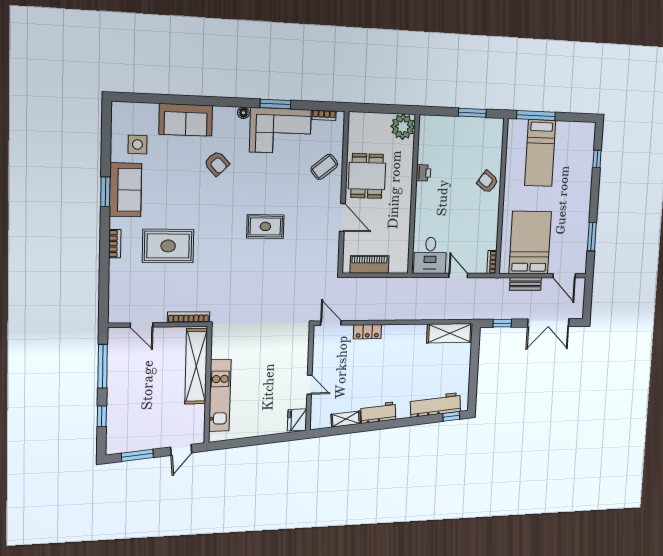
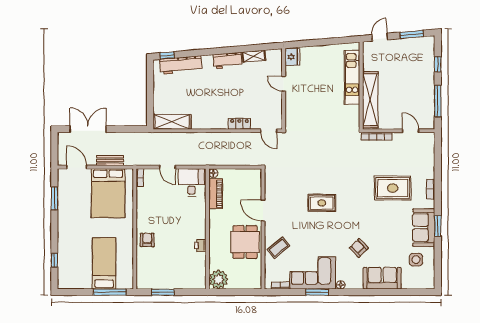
armchair: (488, 182) -> (147, 240), turned -127
piano: (369, 264) -> (216, 194), moved, turned -90
floor lamp: (403, 268) -> (213, 173), added
window: (502, 323) -> (128, 129), removed

